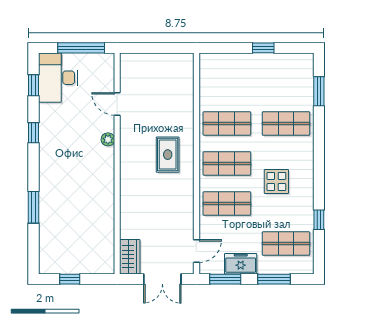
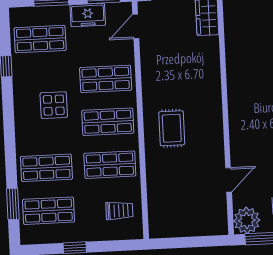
trolley: (220, 80) -> (119, 211), added
shop shelf: (286, 83) -> (49, 211), added
door: (117, 104) -> (229, 180), hinge flipped
plant: (108, 139) -> (247, 220), moved, width x1.88, depth x1.88

